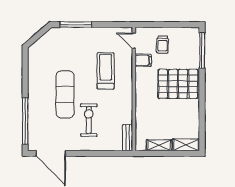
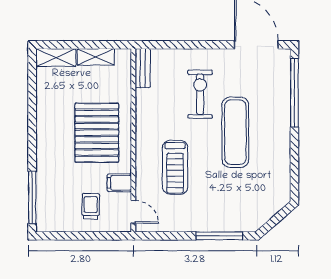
pallet: (178, 84) -> (97, 133), moved, turned 90
exercise bike: (89, 120) -> (200, 94), turned 180

